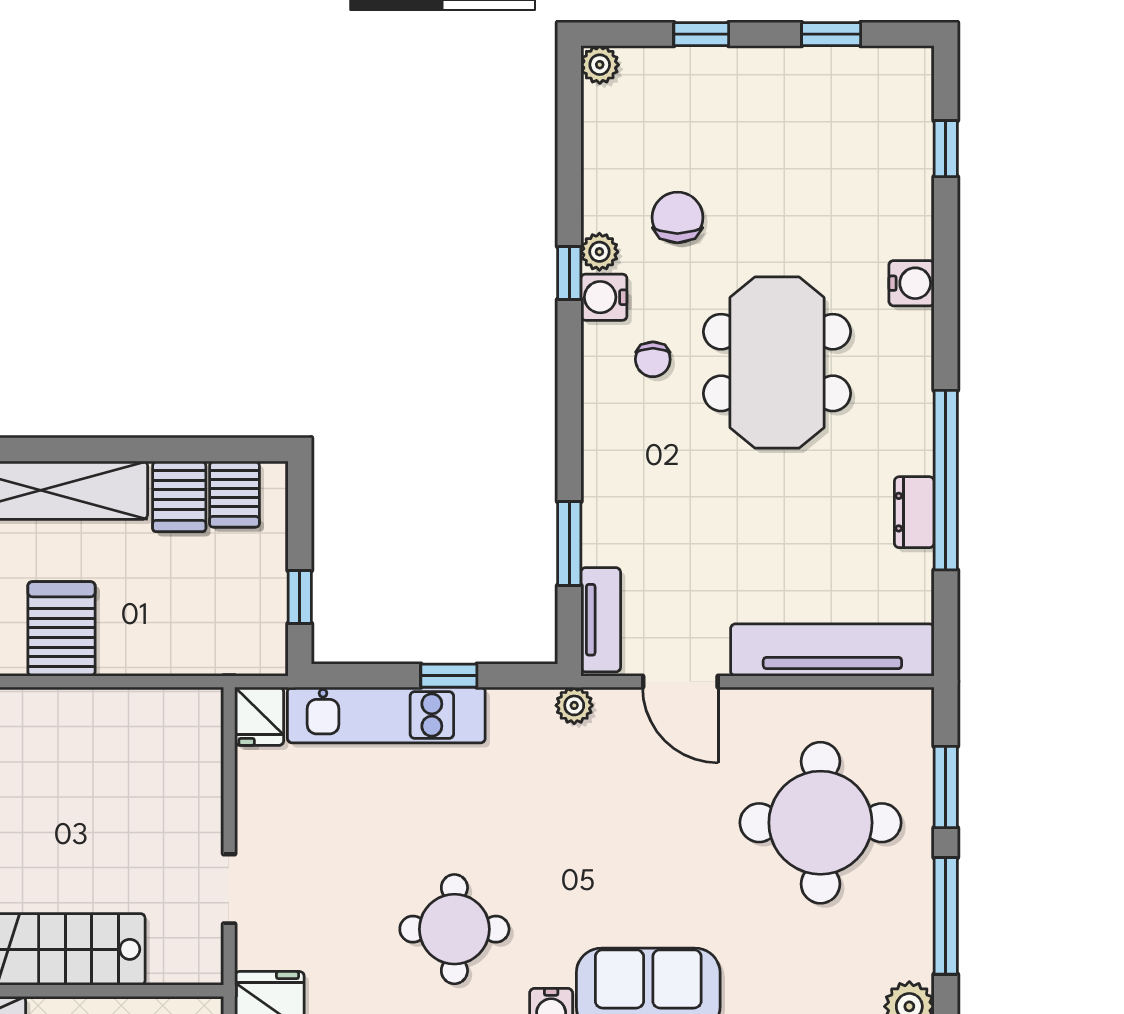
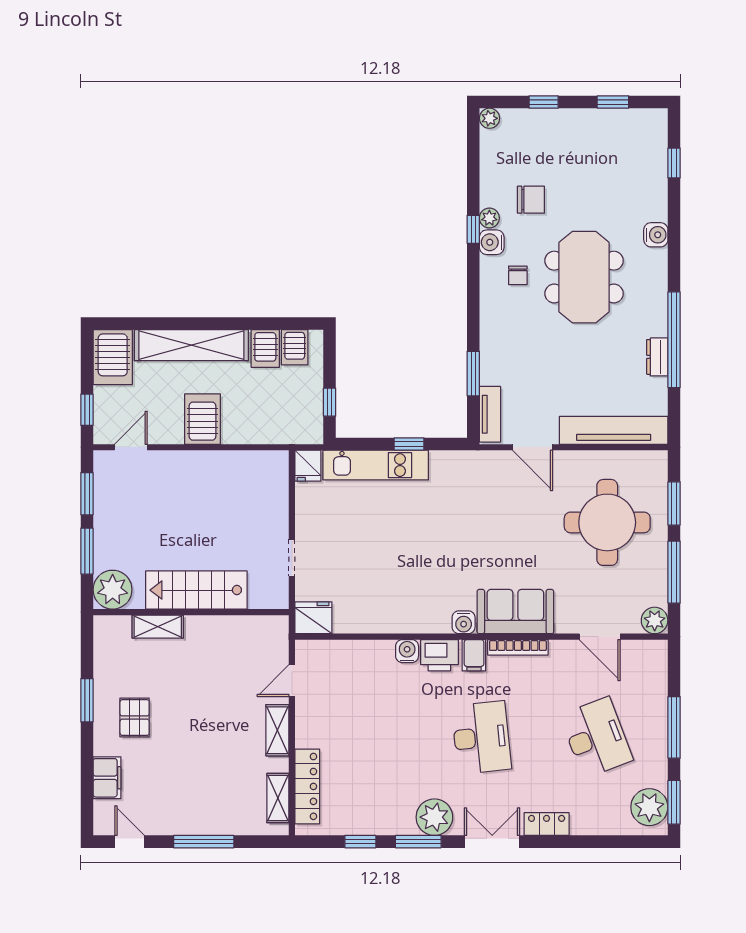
chair: (677, 217) -> (531, 200), turned 90
plant: (574, 705) -> (476, 460), removed
round table: (454, 929) -> (412, 579), removed

